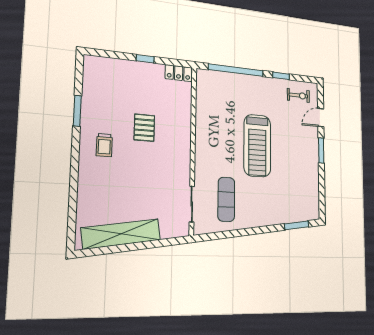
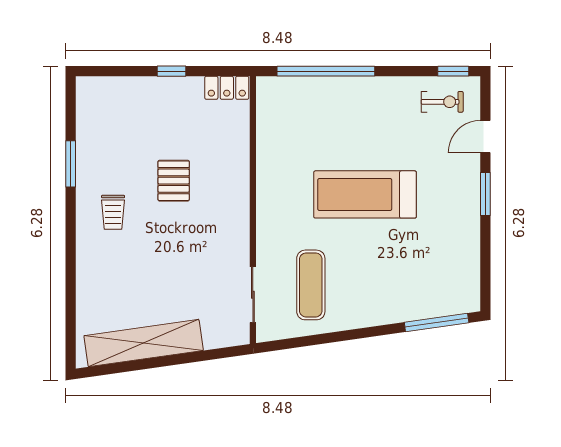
window: (281, 76) -> (453, 71), moved
treadmill: (257, 146) -> (365, 194), turned 90
window: (297, 225) -> (437, 323), width x1.44

